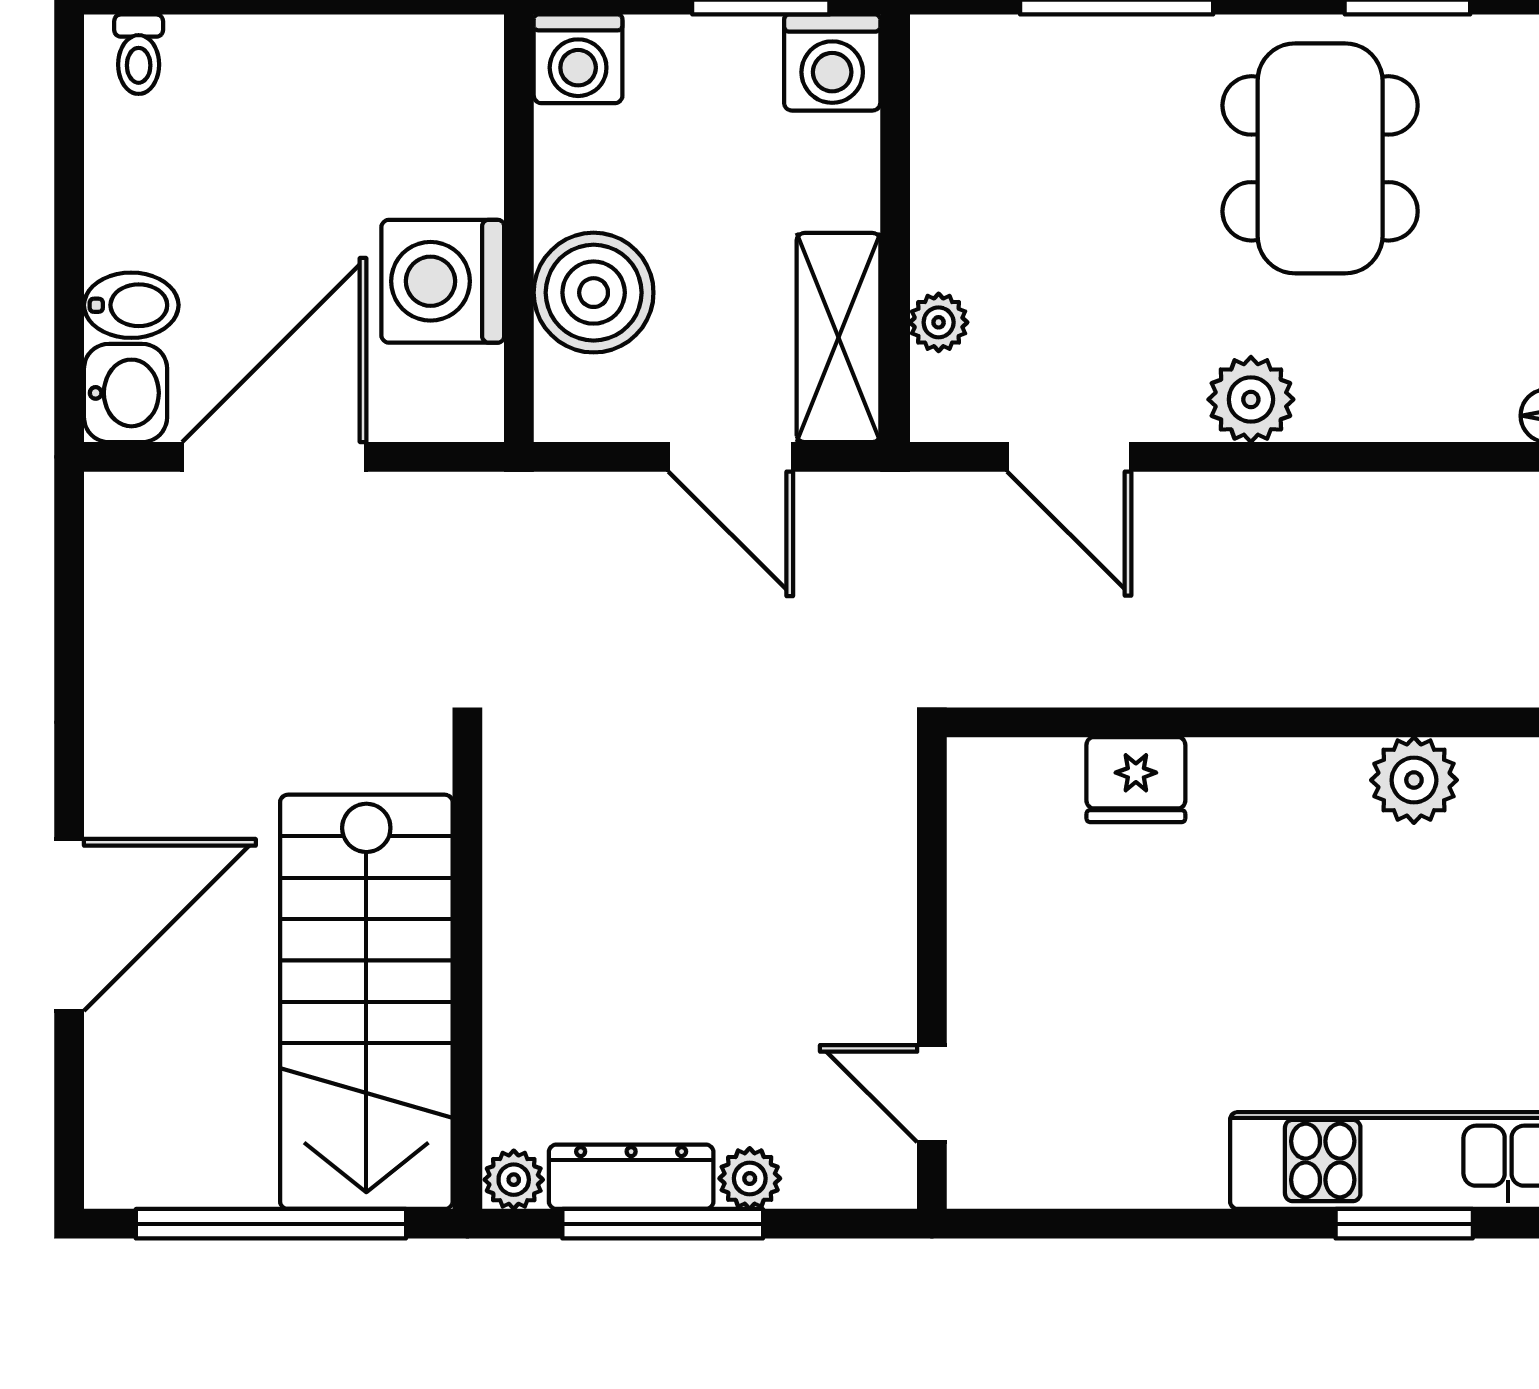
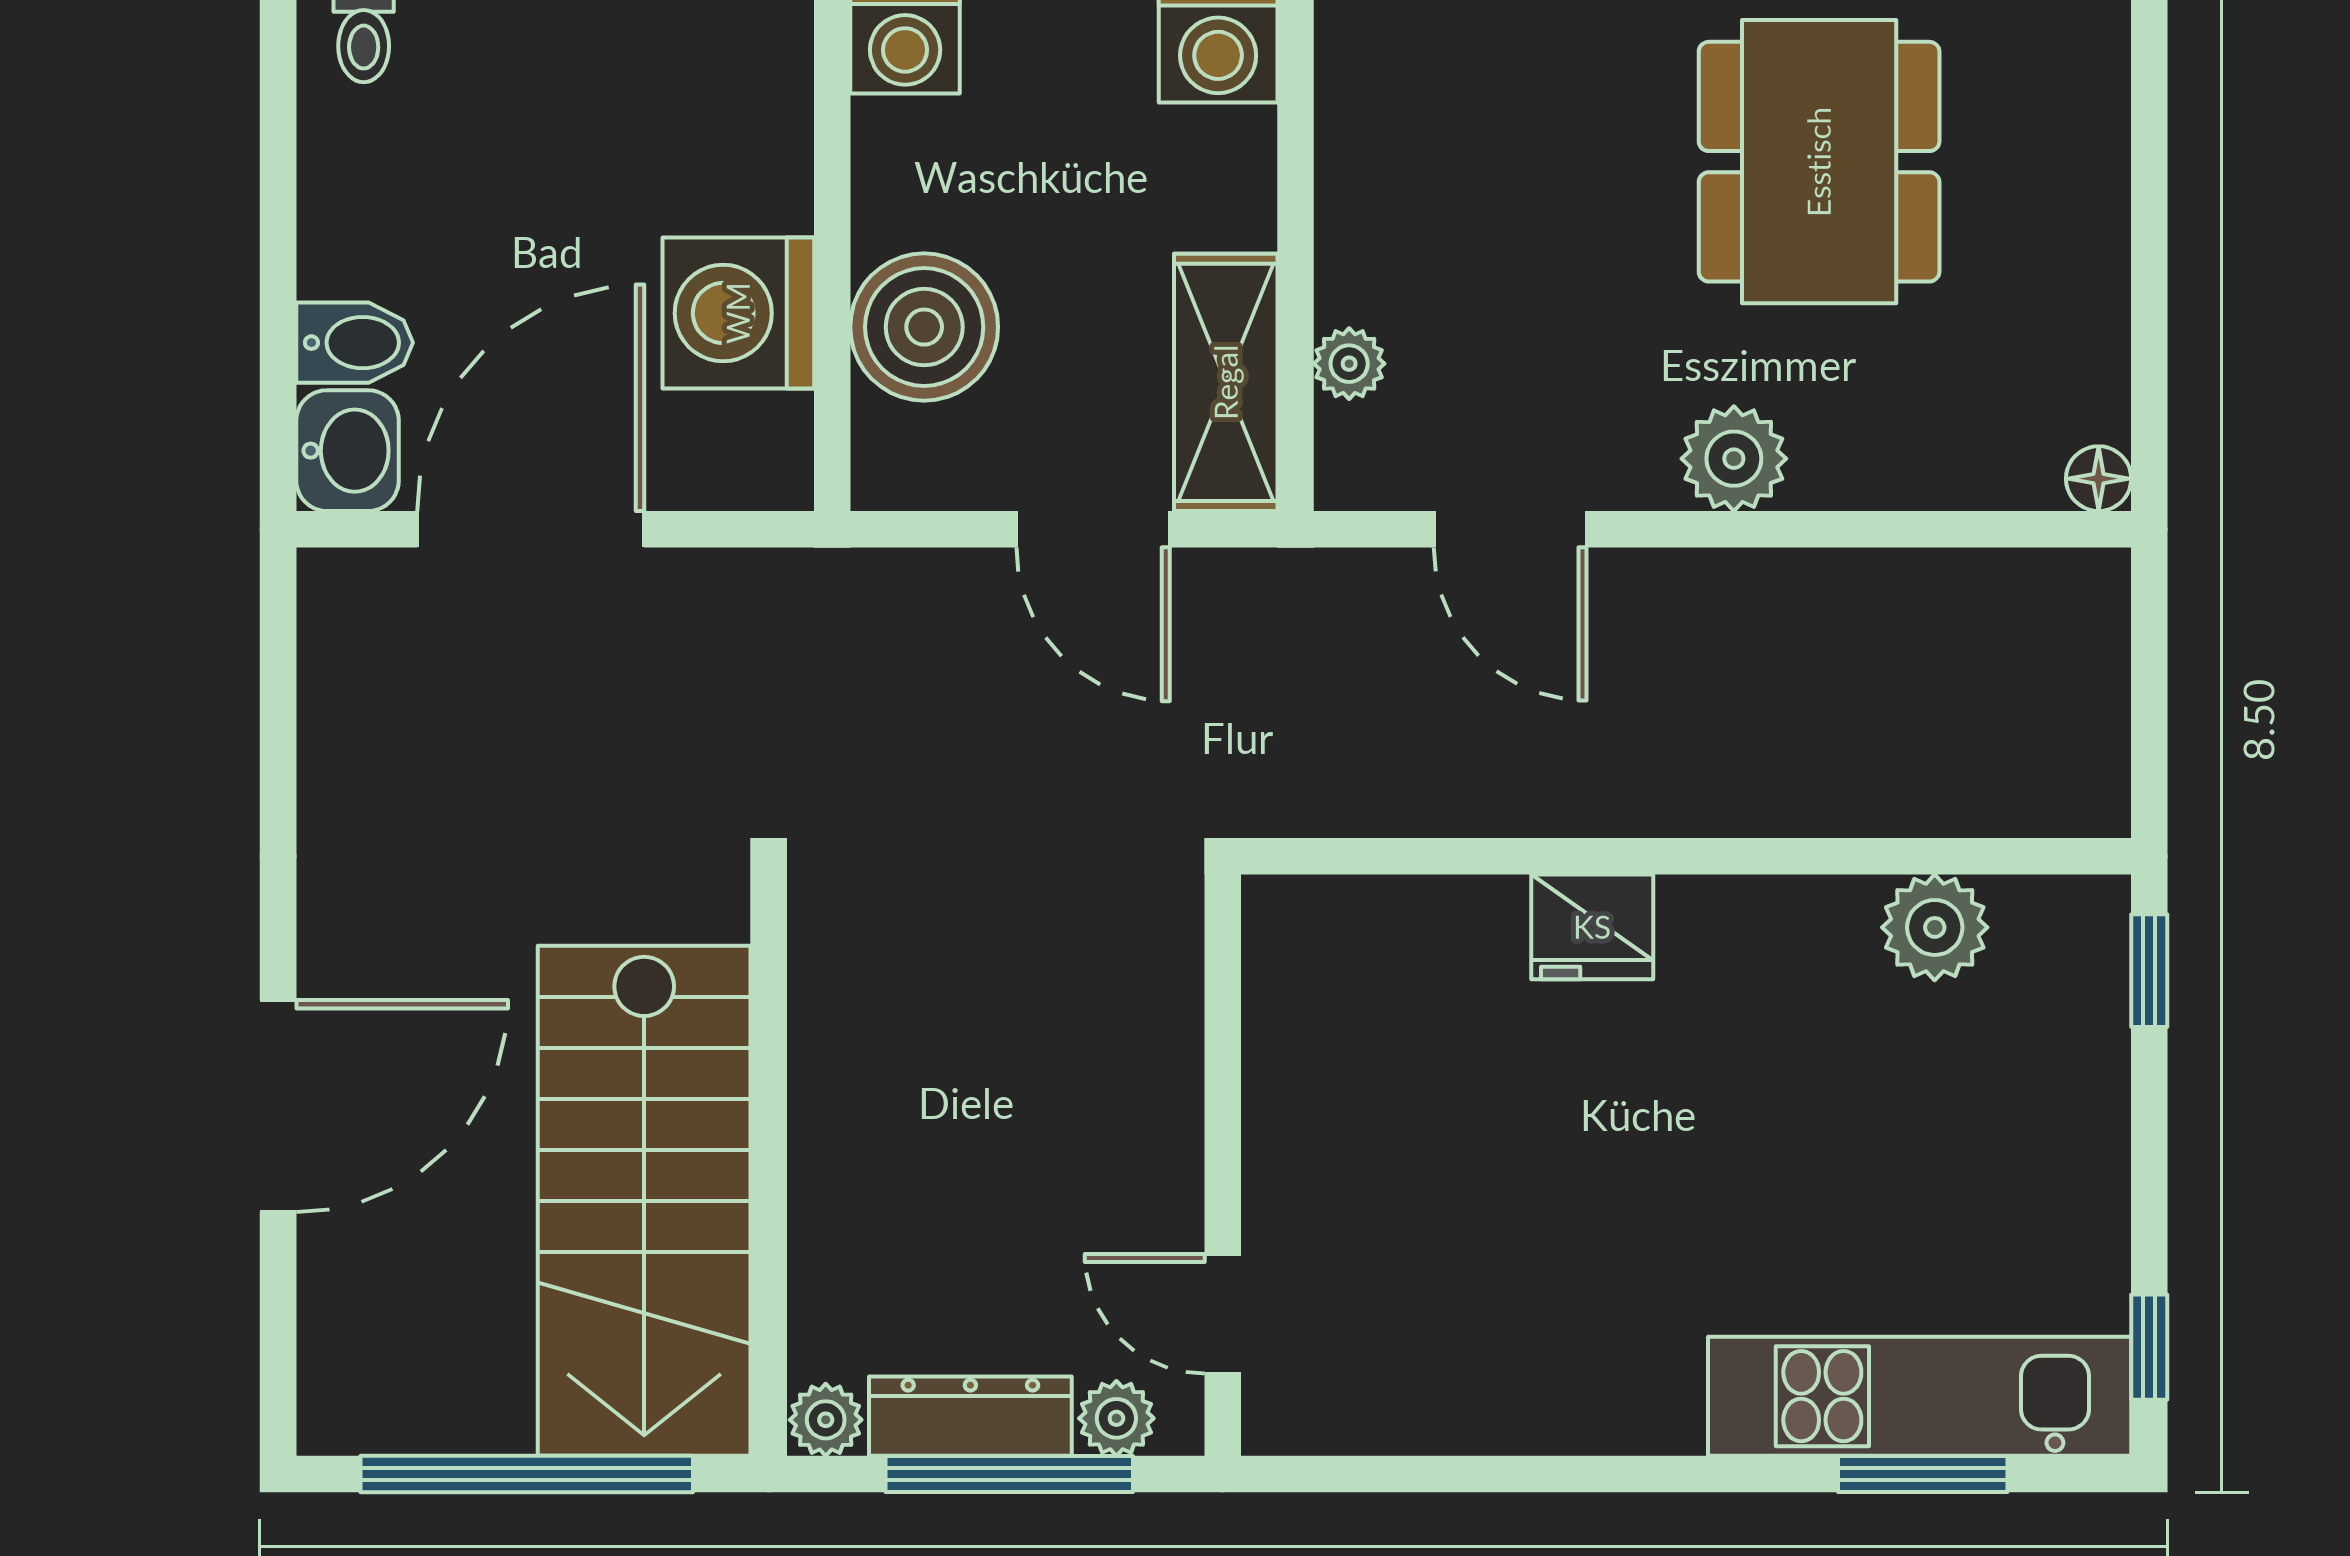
wall: (932, 973) -> (1223, 1165), moved
door: (932, 1094) -> (1223, 1314), moved

